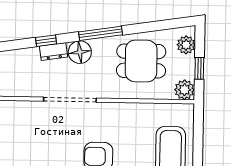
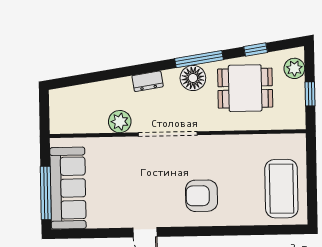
window: (46, 41) -> (256, 49), moved
floor lamp: (80, 52) -> (193, 78), moved
plant: (184, 90) -> (120, 122), moved

